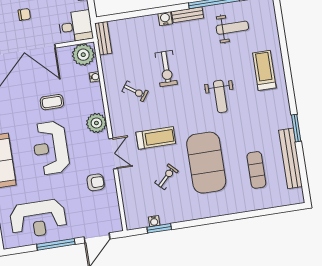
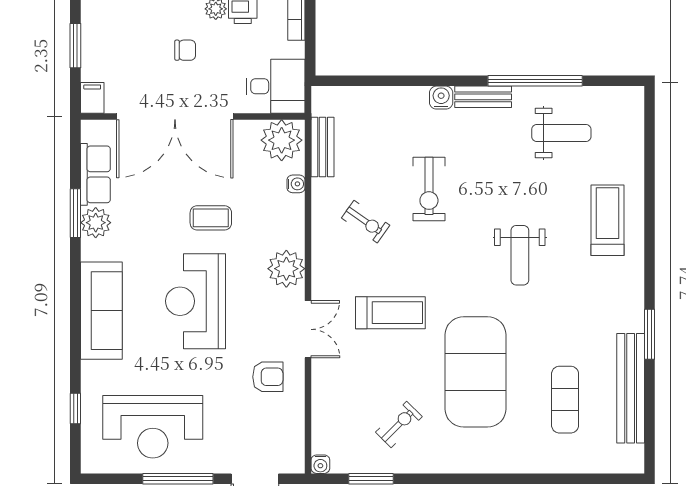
bench: (103, 38) -> (323, 147), moved
exercise bike: (167, 177) -> (399, 424), moved
water cooler: (154, 221) -> (320, 464), moved

